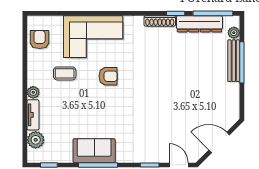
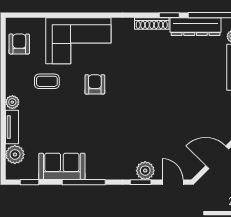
armchair: (108, 76) -> (95, 84), turned -90
sofa: (94, 151) -> (62, 166), moved
plant: (154, 154) -> (145, 171), added

